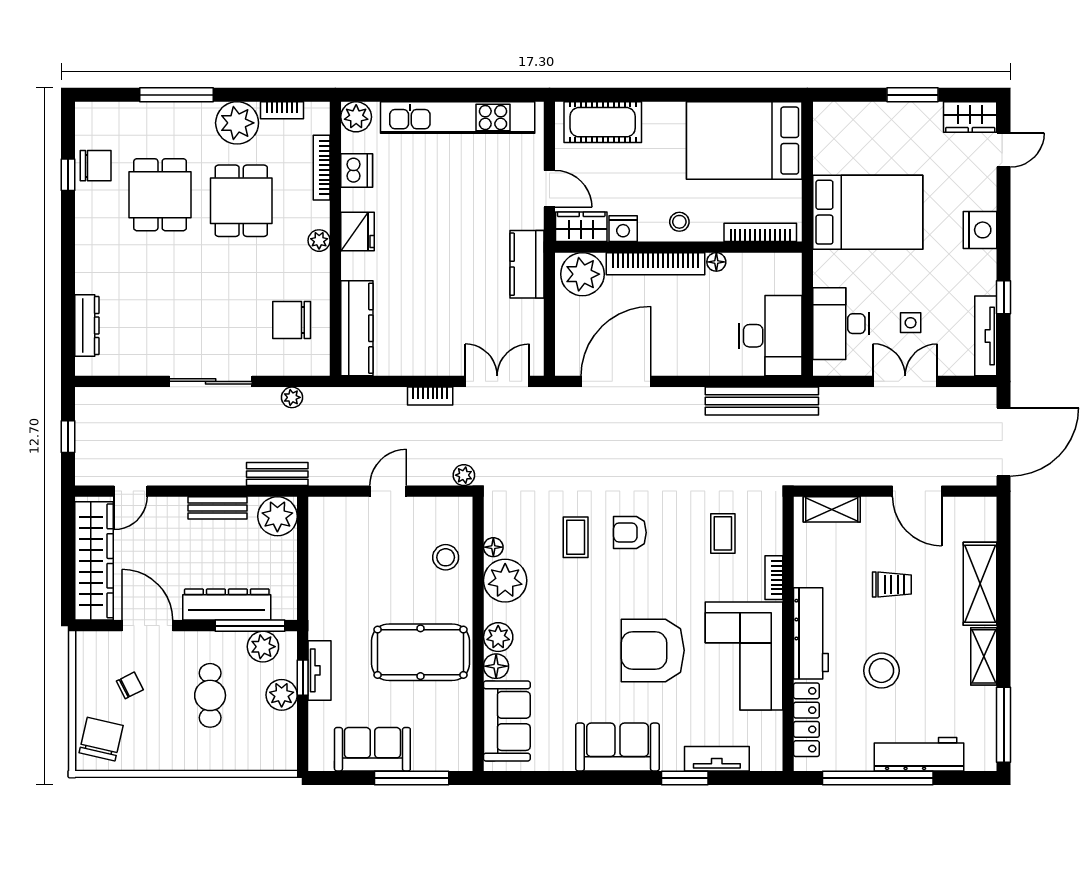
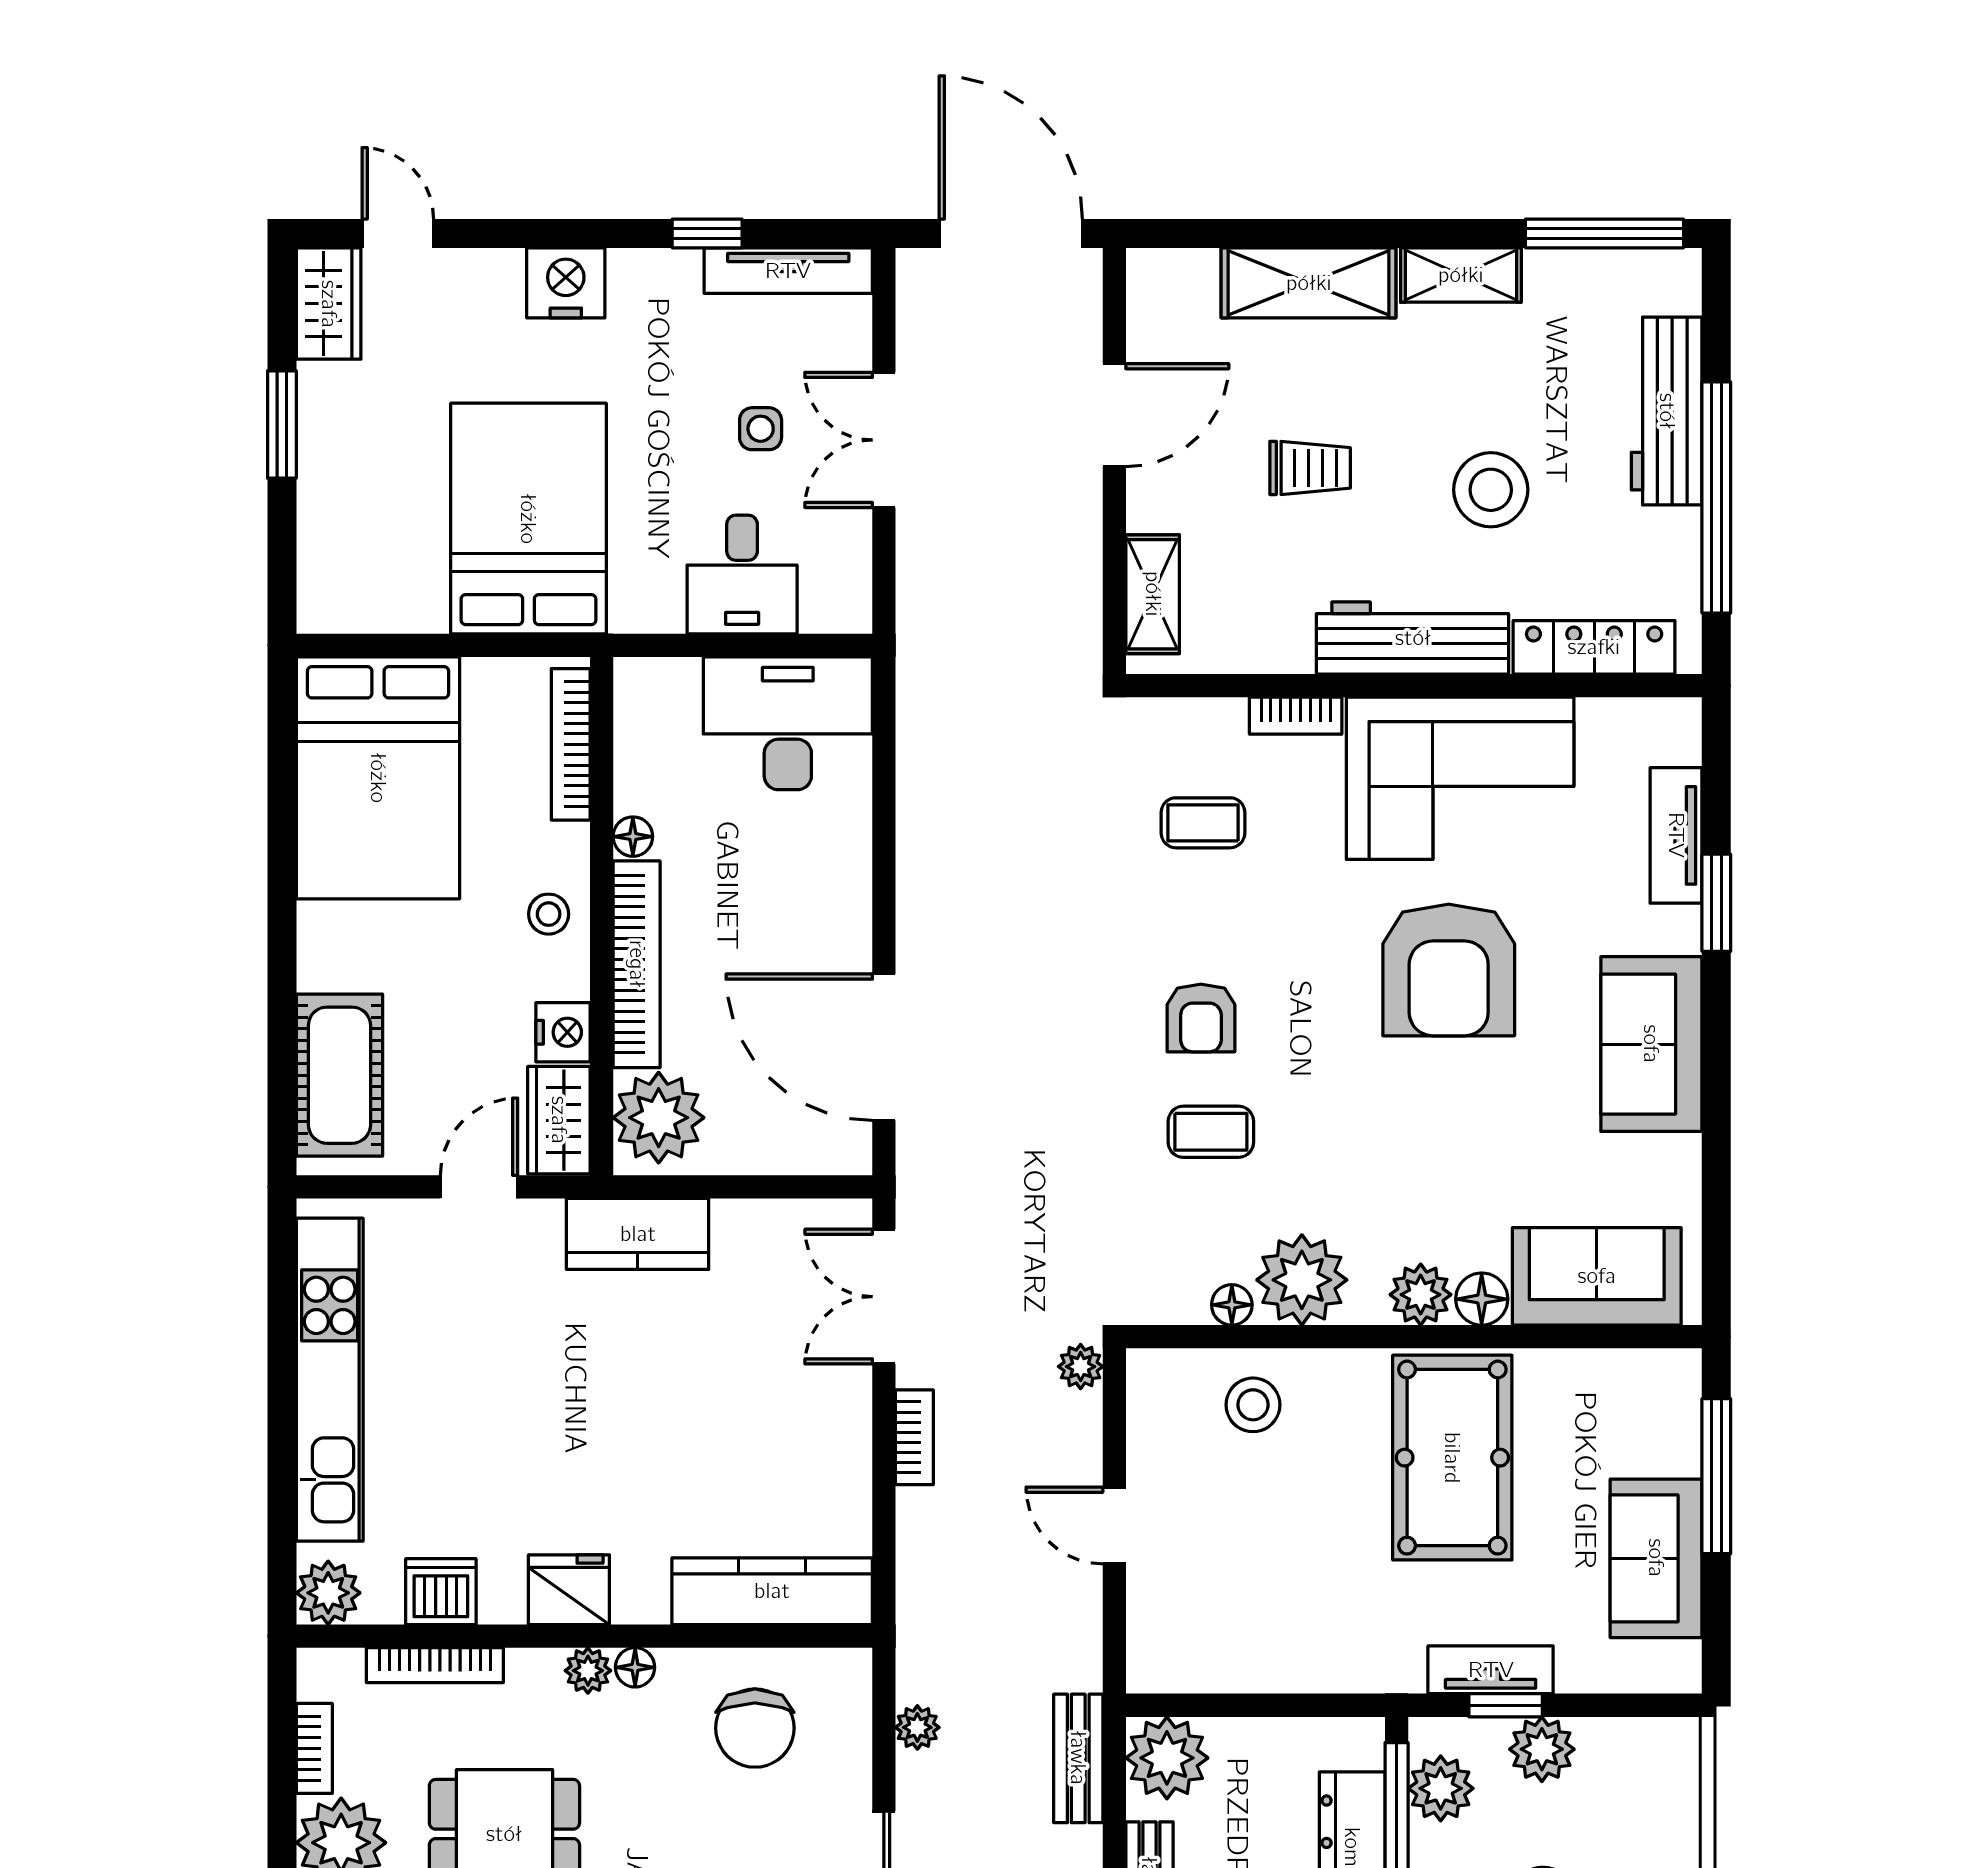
floor lamp: (321, 263) -> (635, 1667), added
desk: (841, 324) -> (742, 575), width x0.73
bench: (762, 401) -> (925, 741), removed
trolley: (892, 584) -> (1310, 468), turned 90

